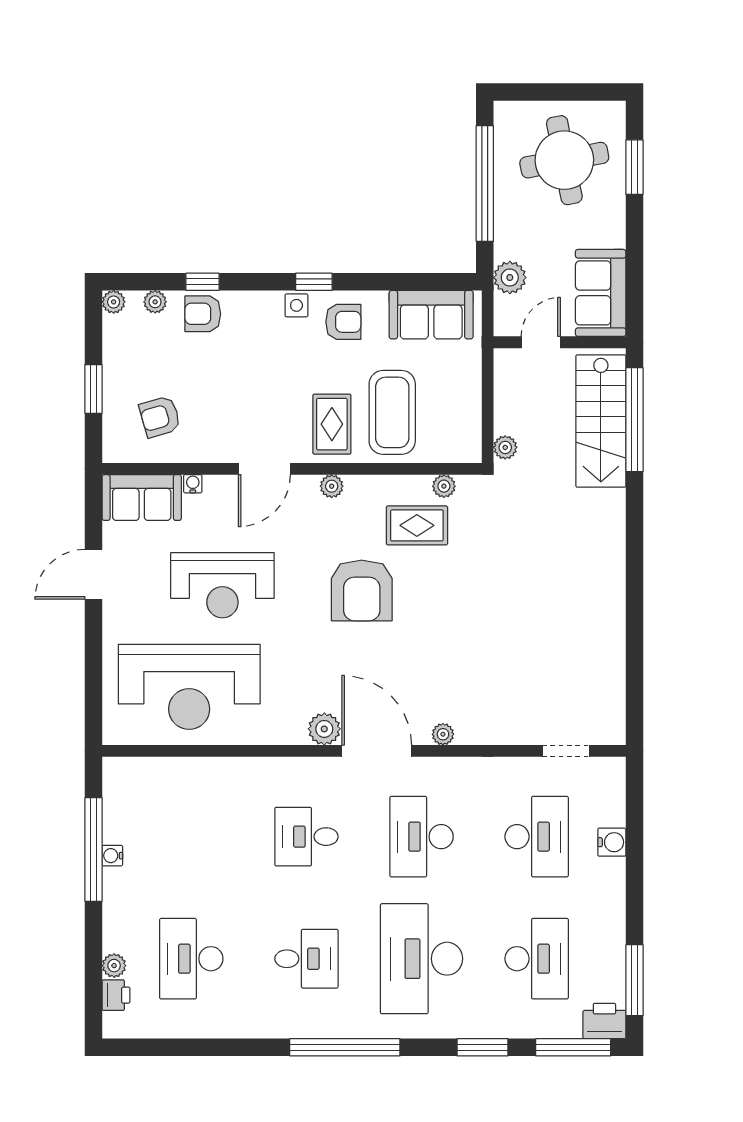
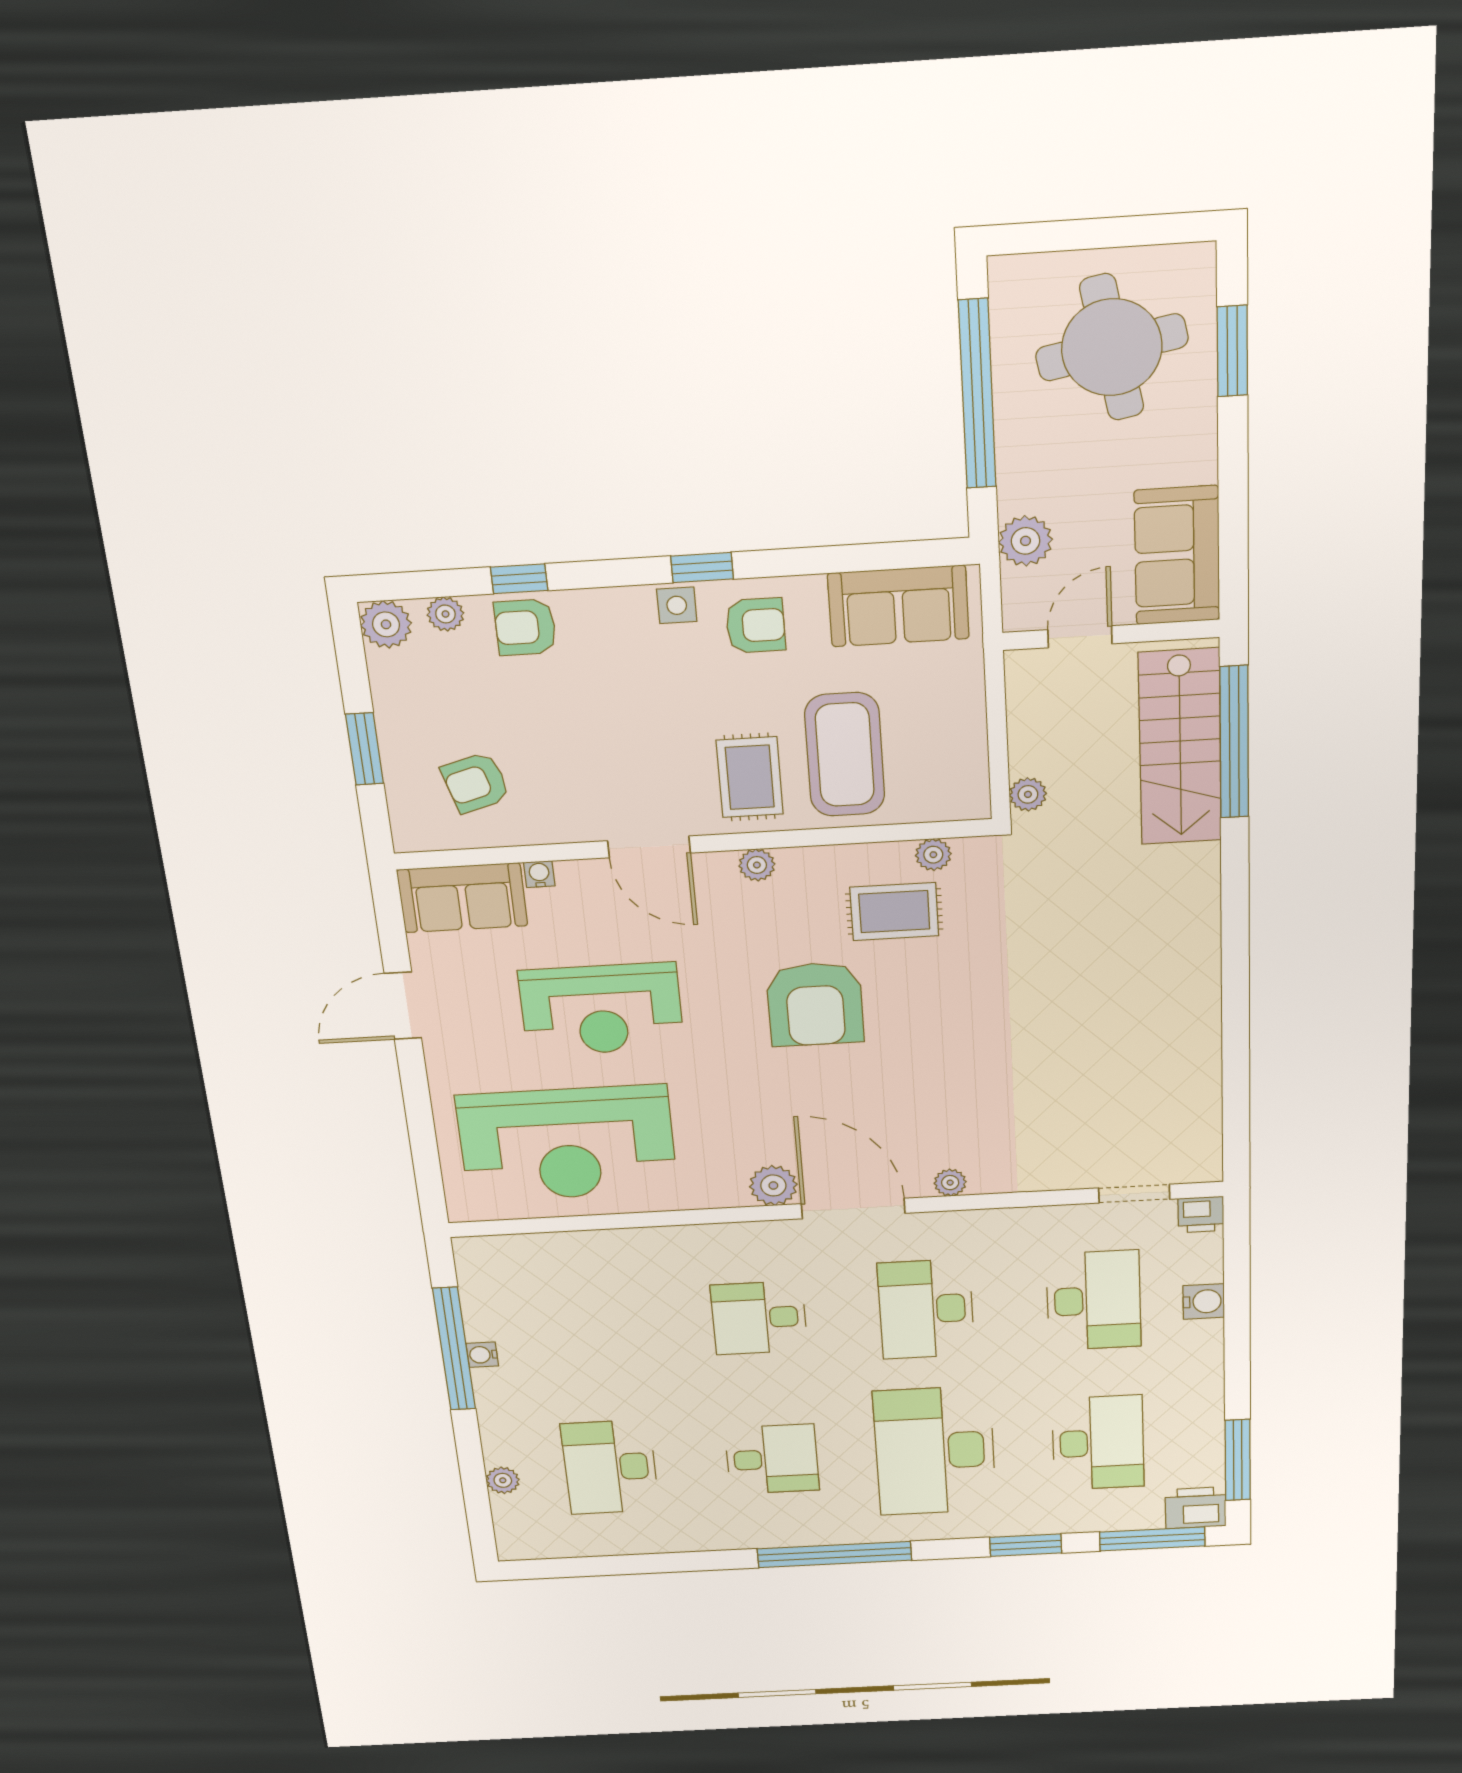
plant: (114, 302) -> (386, 624), width x1.38, depth x1.38
door: (264, 469) -> (649, 847), hinge flipped
printer: (116, 995) -> (1201, 1215), moved, turned 90

